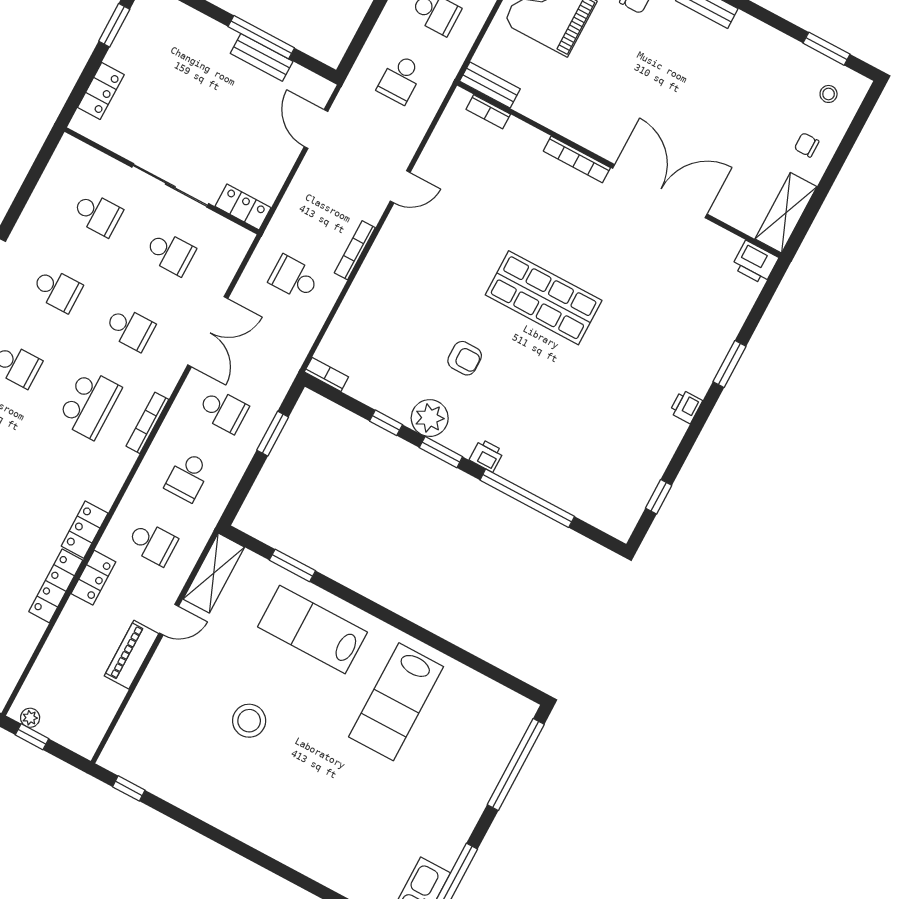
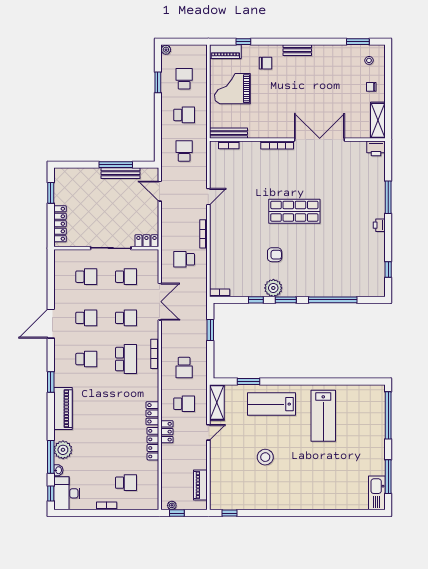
bench: (262, 57) -> (121, 173), width x1.36
school desk: (400, 79) -> (184, 151), turned 180
bench: (490, 85) -> (229, 133), width x1.36
locker: (101, 91) -> (60, 224), width x1.53
window: (729, 364) -> (388, 197), width x1.44
school desk: (223, 410) -> (184, 331), removed
printer: (487, 455) -> (306, 291), removed
piano: (131, 655) -> (200, 485), moved

